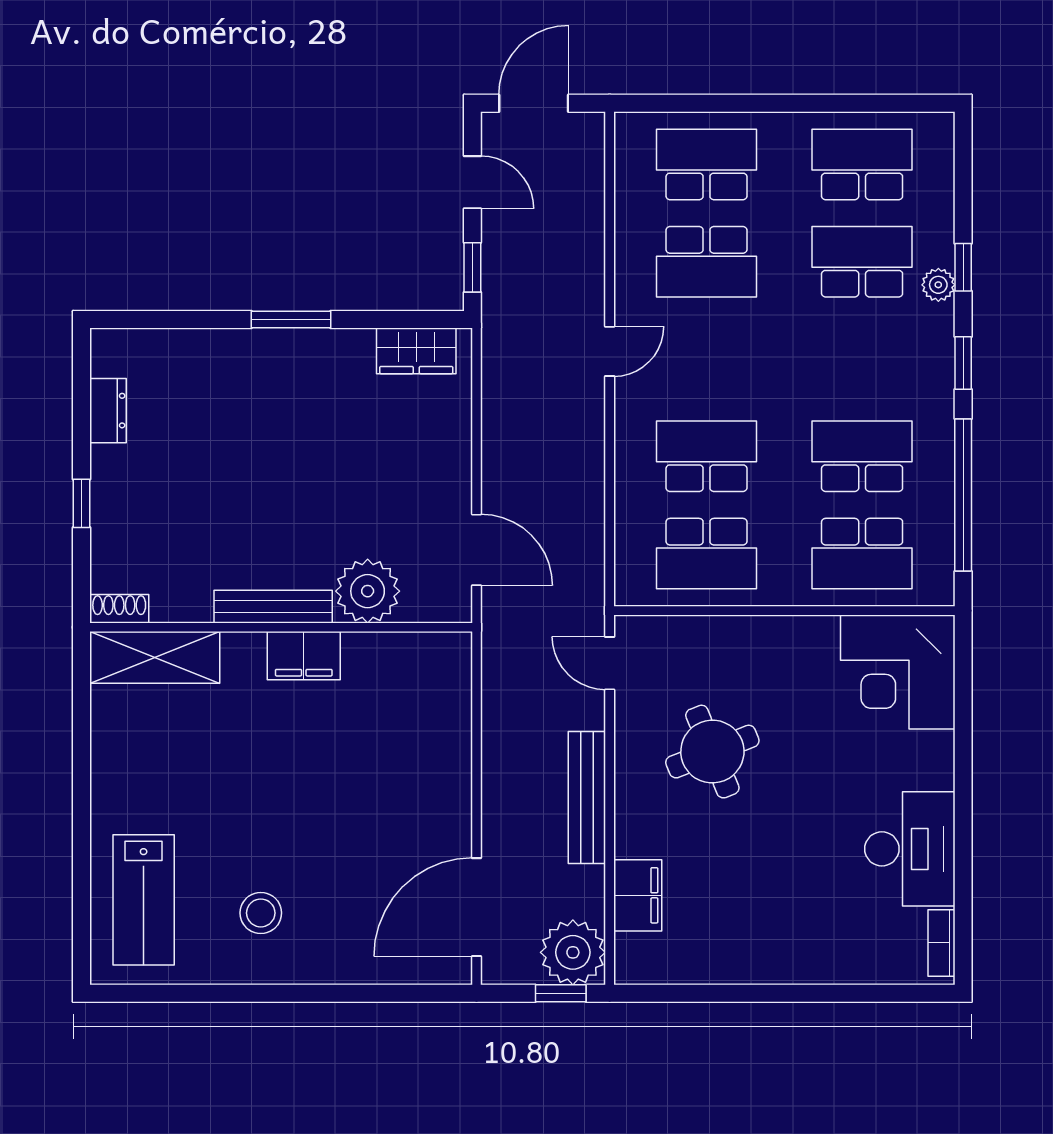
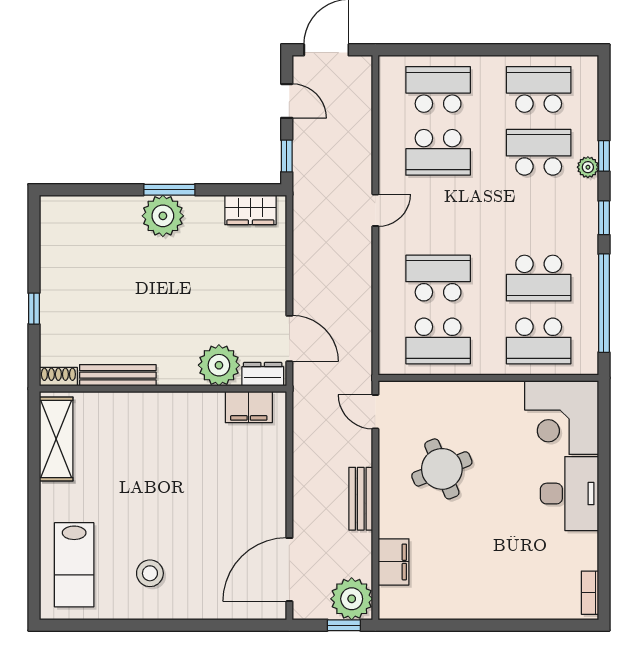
plant: (281, 360) -> (163, 216), added
dresser: (108, 411) -> (263, 374), moved, turned -90
school desk: (862, 456) -> (539, 278), turned 180
bench: (273, 607) -> (118, 375), moved
filing cabinet: (304, 656) -> (249, 407), moved
shelving: (155, 657) -> (56, 439), moved, turned 90
bench: (587, 798) -> (361, 499), width x0.73
desk: (910, 849) -> (569, 494), moved

